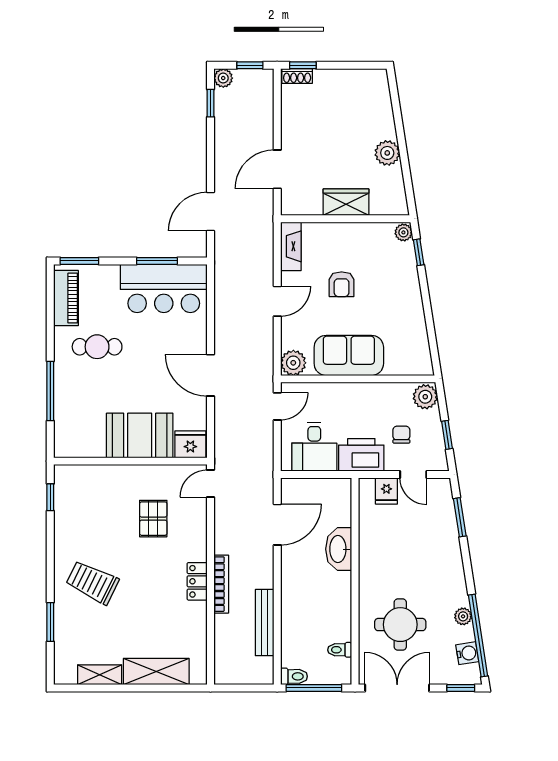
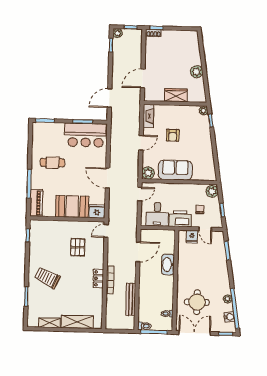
piano: (66, 298) -> (36, 203), moved

